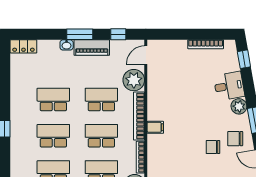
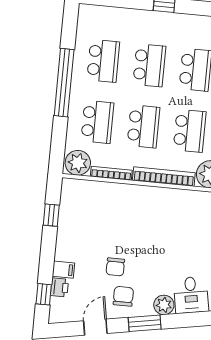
filing cabinet: (155, 127) -> (147, 196), removed
chair: (213, 147) -> (115, 267), turned 180

